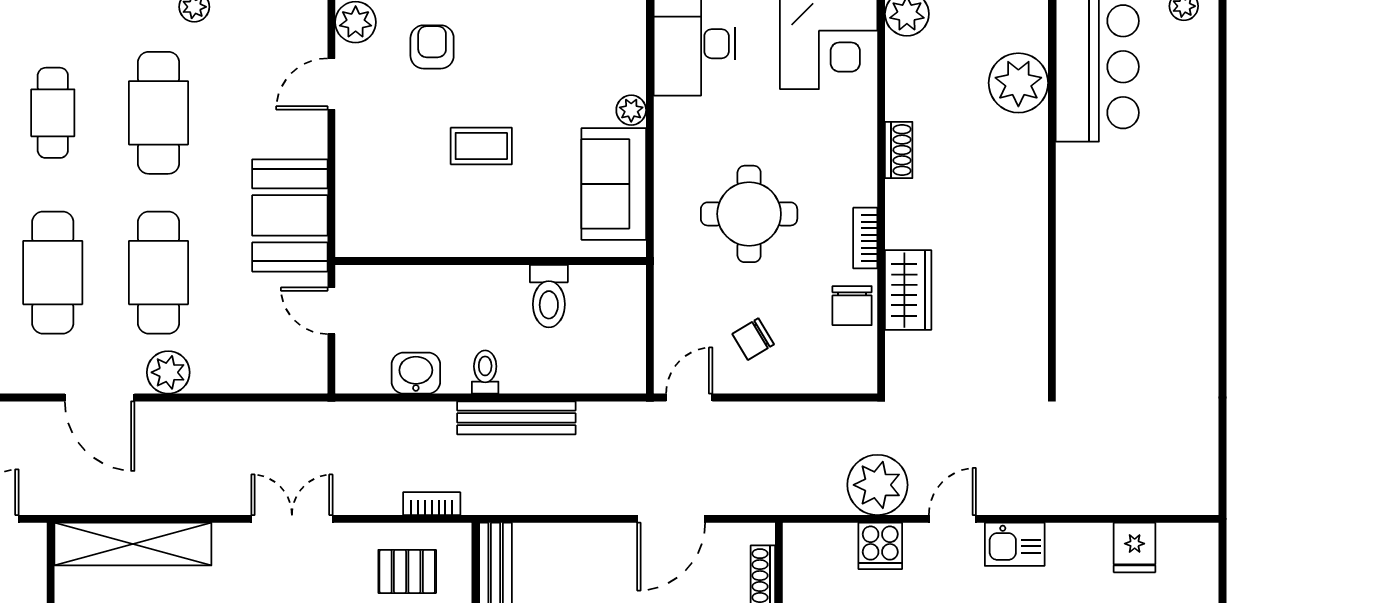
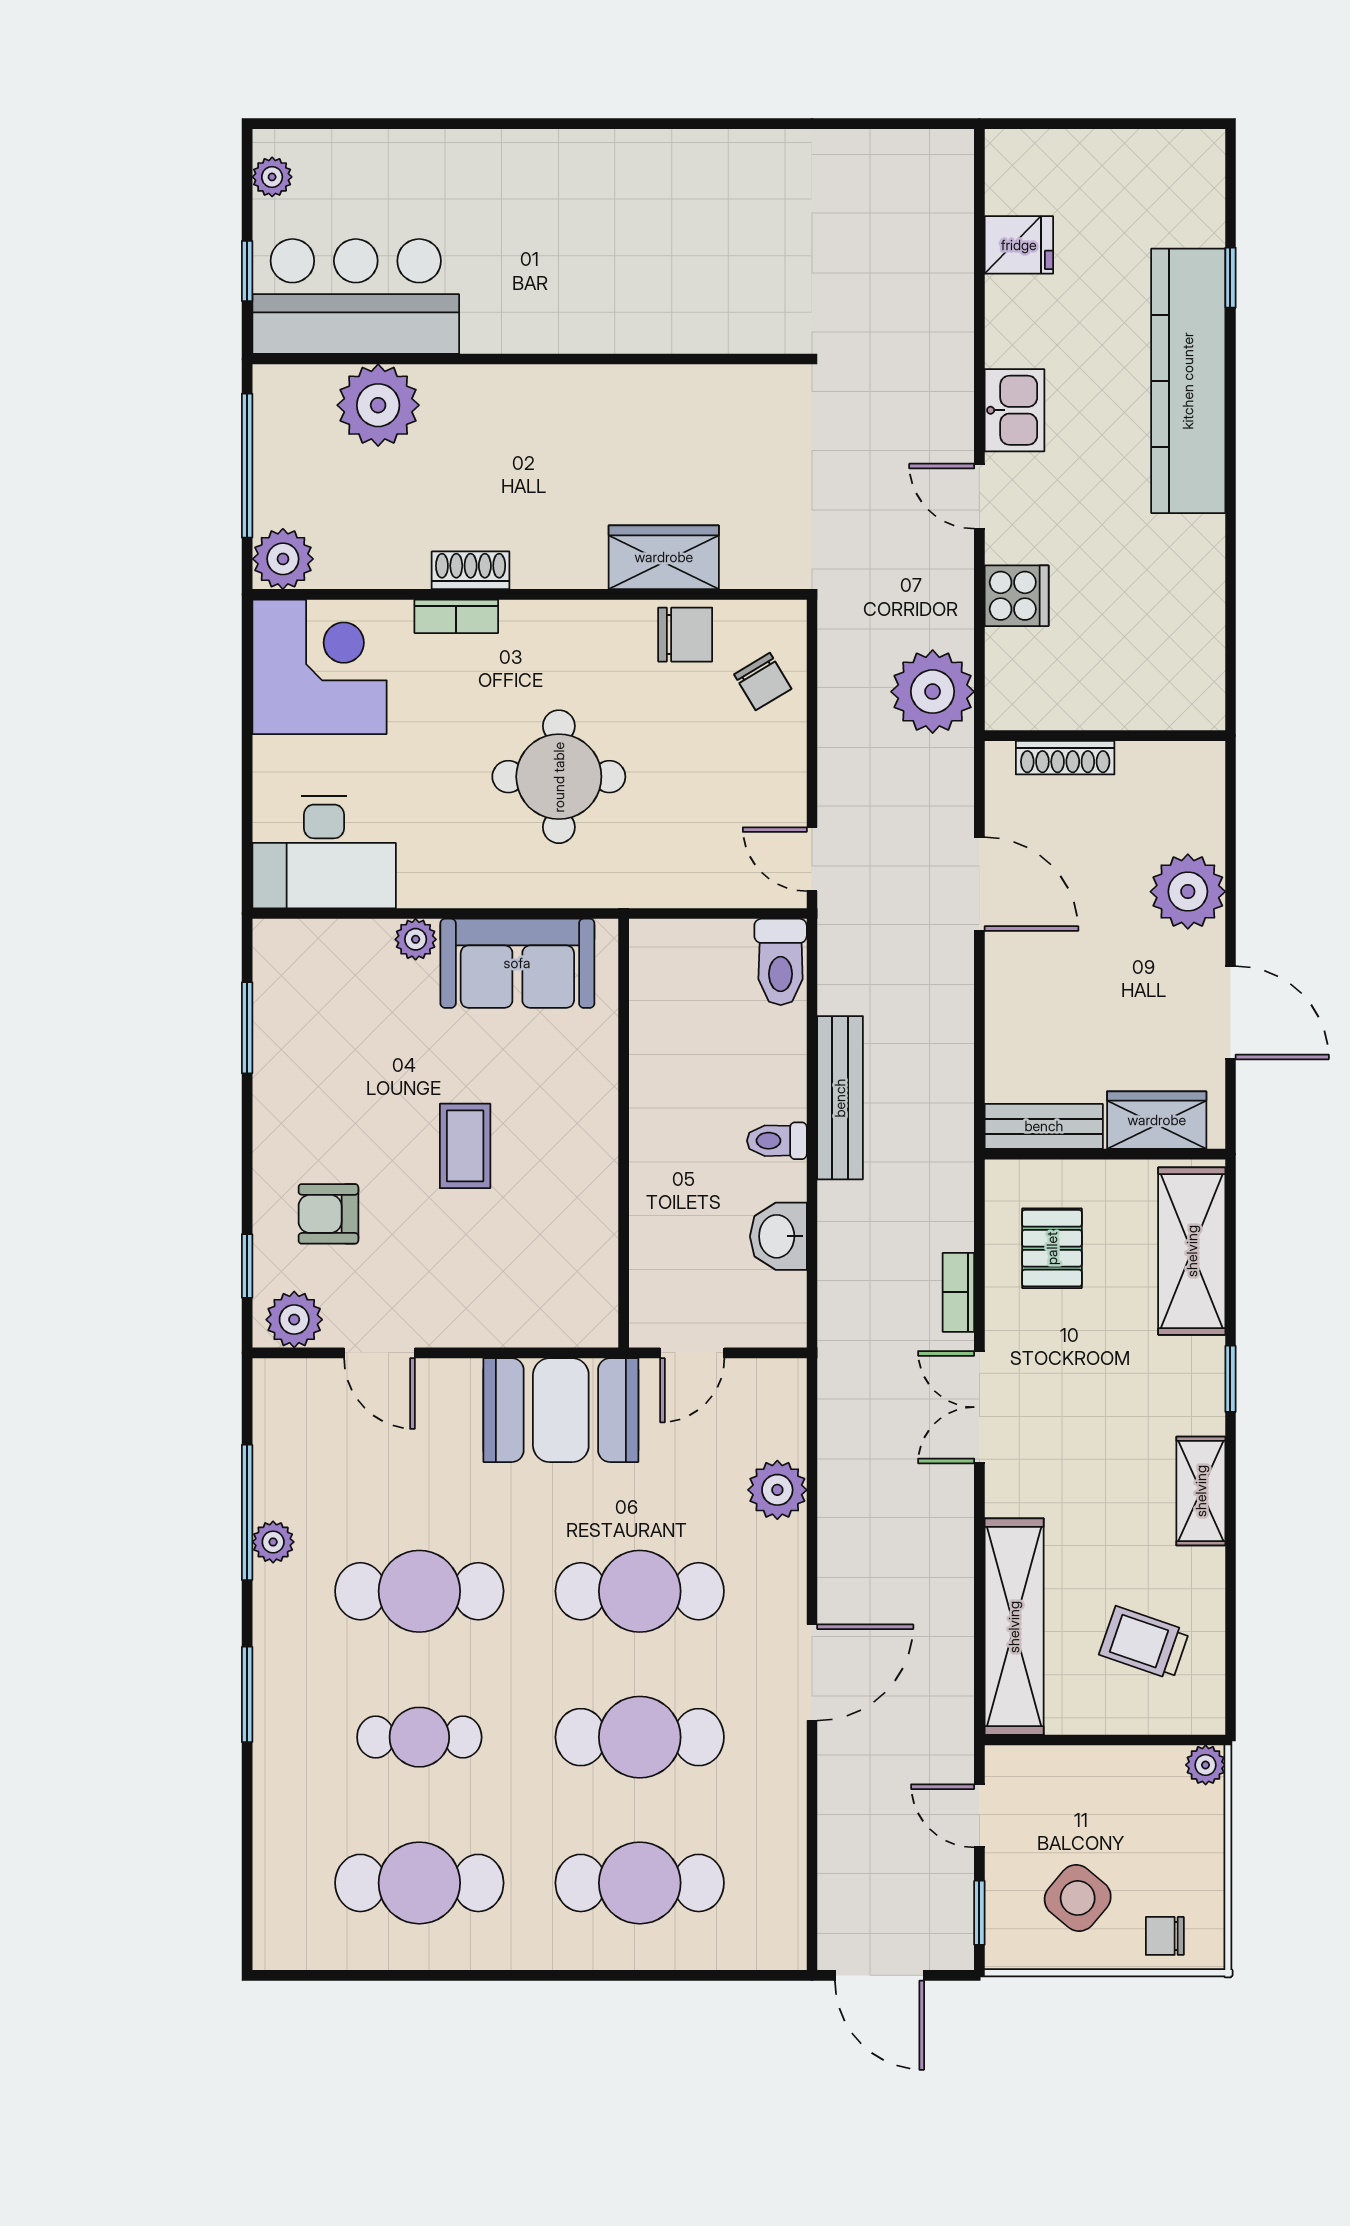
bookcase: (865, 238) -> (456, 616), moved
toilet: (549, 296) -> (781, 962), moved, turned 90
chair: (753, 339) -> (763, 682), moved
plant: (168, 372) -> (777, 1490), moved
plant: (877, 485) -> (933, 692), moved
bookcase: (432, 504) -> (958, 1292), moved

